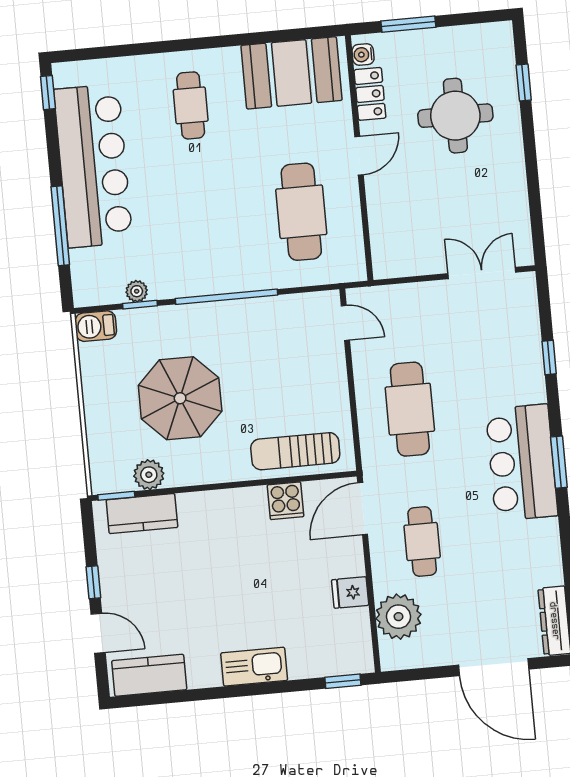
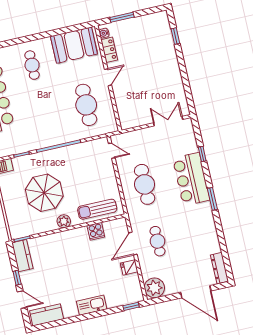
round table: (455, 116) -> (148, 54), removed
plant: (137, 291) -> (19, 149), removed
bar counter: (522, 463) -> (191, 179), moved
plant: (149, 475) -> (64, 221), moved
door: (363, 509) -> (133, 244), moved
kitchen counter: (142, 514) -> (22, 256), moved, turned -90
plant: (398, 617) -> (154, 288), moved

